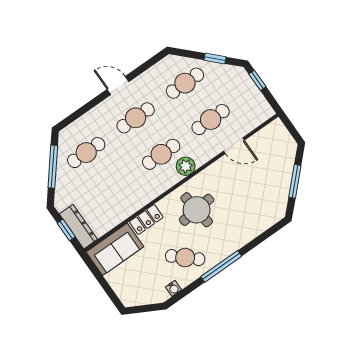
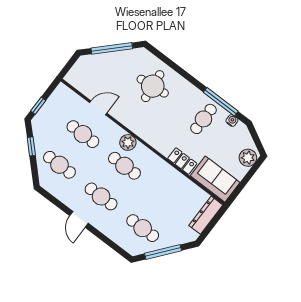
door: (234, 146) -> (98, 108), hinge flipped
window: (295, 181) -> (112, 48), width x1.44
round table: (197, 210) -> (153, 86), moved
window: (66, 230) -> (212, 224), removed
cafe table: (185, 258) -> (203, 119), turned 48
window: (221, 266) -> (221, 102), moved
plant: (127, 293) -> (248, 158), added

